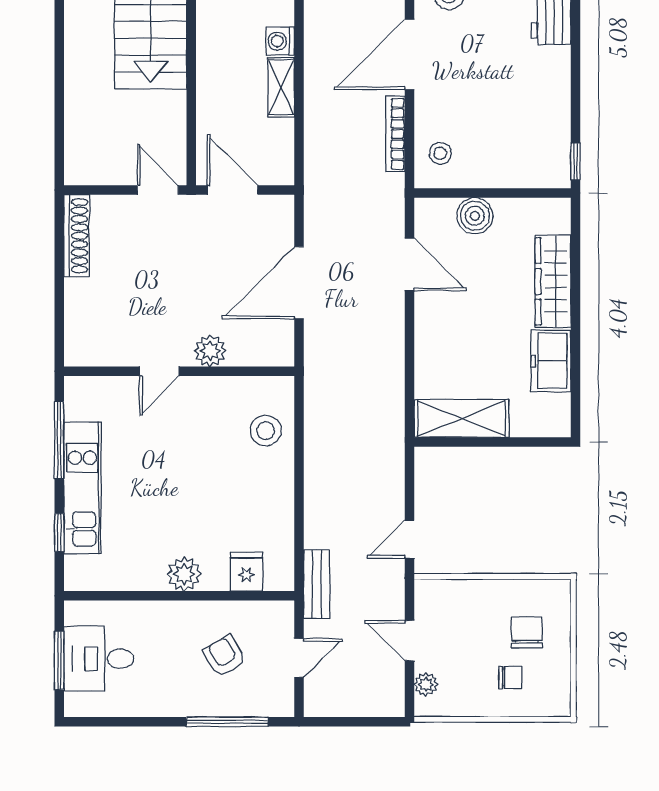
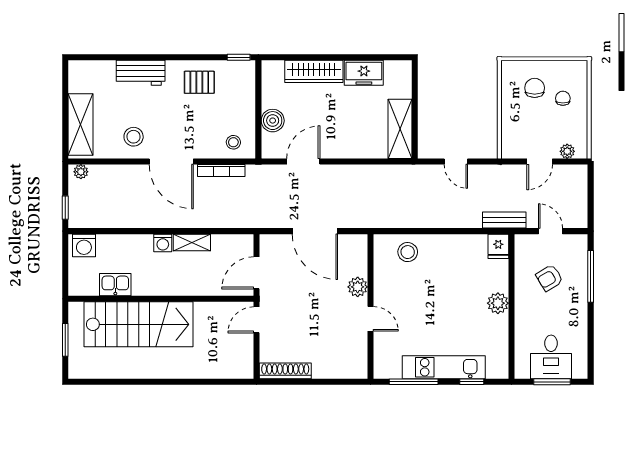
pallet: (536, 99) -> (199, 82), added
door: (410, 539) -> (456, 162), moved
fridge: (246, 572) -> (498, 246), moved, turned -90
chair: (527, 633) -> (535, 88), turned 90

